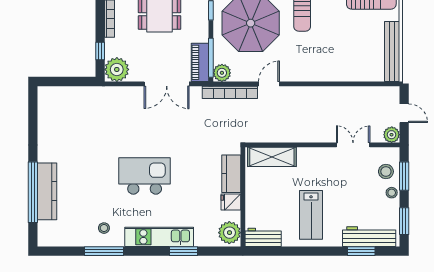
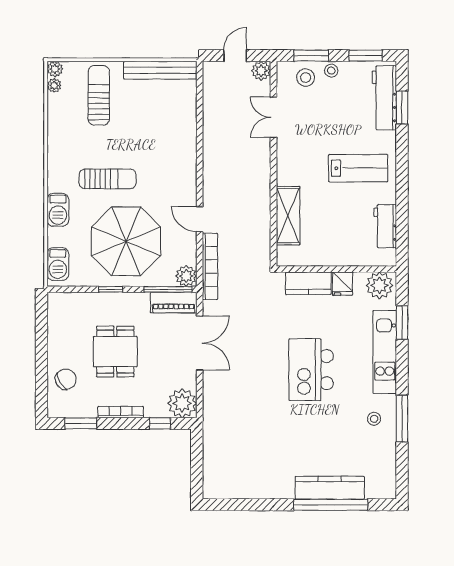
kitchen counter: (231, 174) -> (308, 283), moved
wall: (243, 197) -> (336, 269), moved
fridge: (231, 202) -> (343, 284), moved
plant: (229, 233) -> (380, 285), moved

